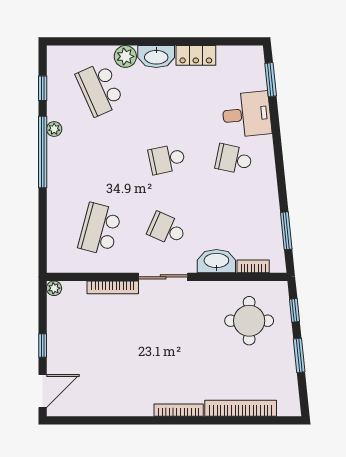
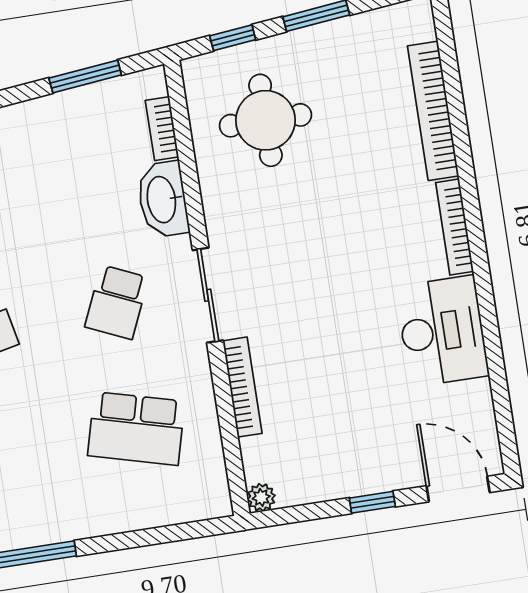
desk: (126, 395) -> (442, 331), added

